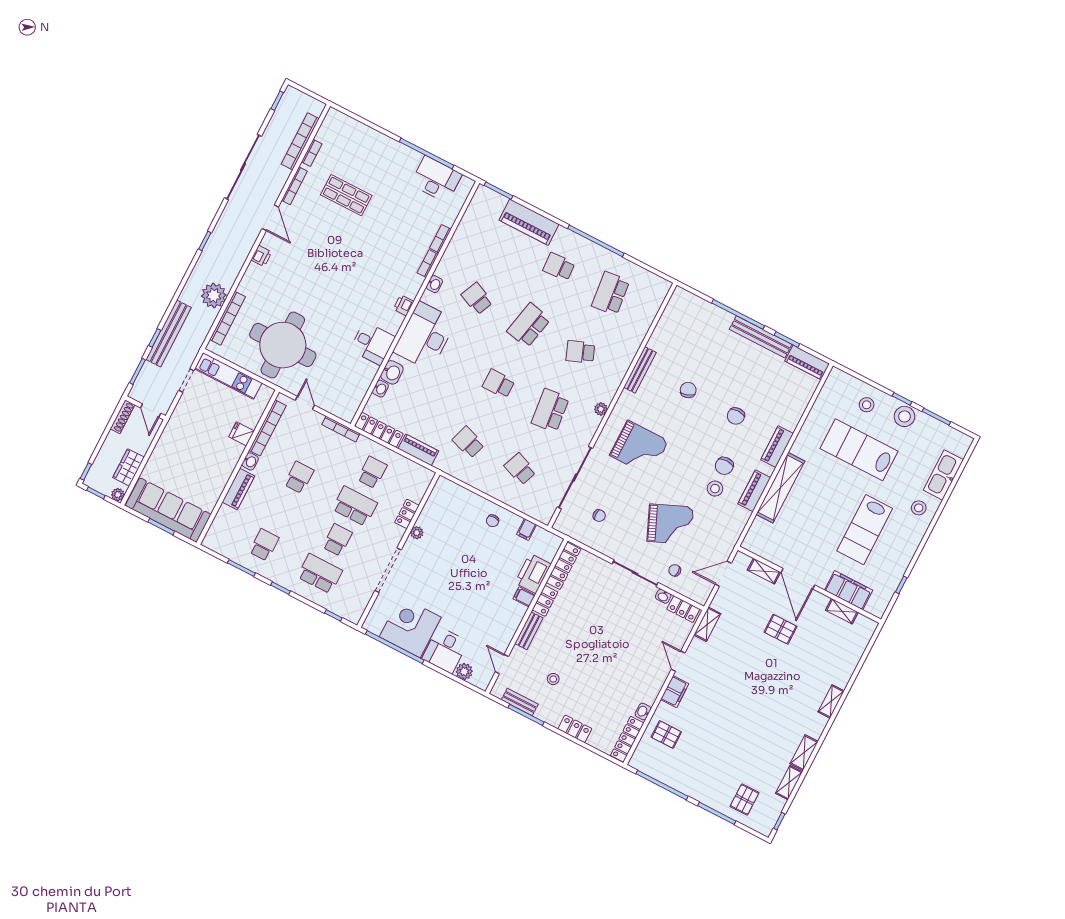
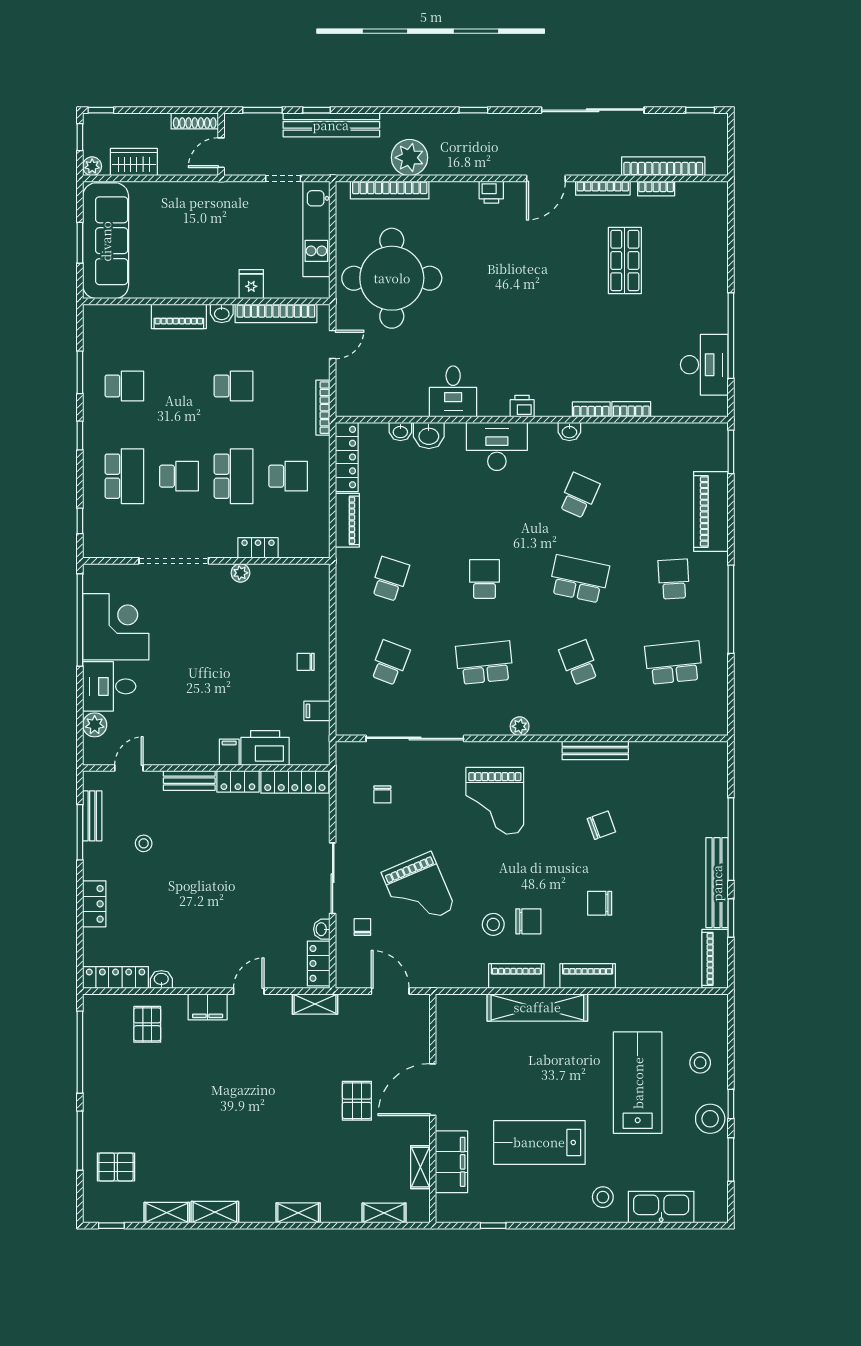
desk: (425, 336) -> (497, 446), width x0.73, depth x0.77
chair: (724, 466) -> (528, 921), turned 180
shelving: (764, 571) -> (384, 1213), moved, turned 90

